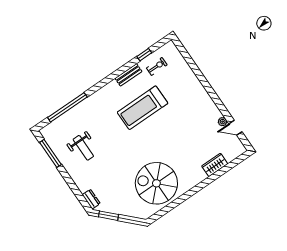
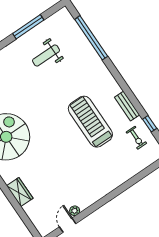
window: (50, 153) -> (28, 27), moved
wardrobe: (215, 165) -> (20, 192), moved

